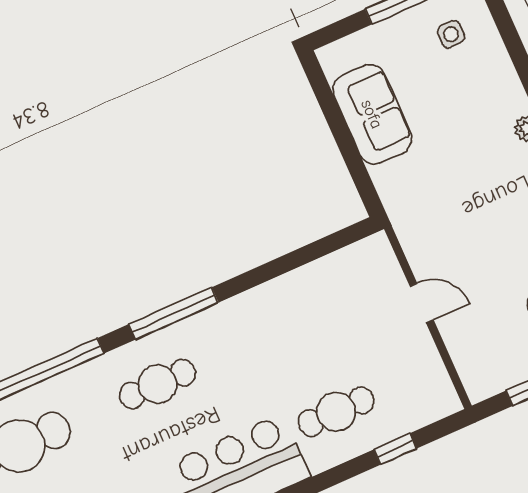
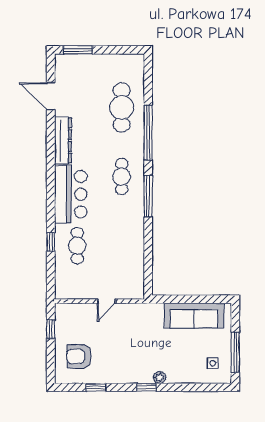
sofa: (372, 114) -> (194, 316), width x1.36
window: (395, 449) -> (51, 242), moved

